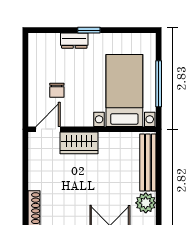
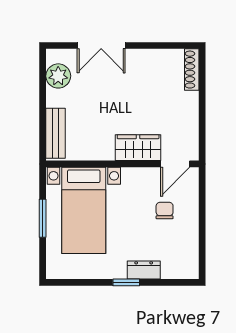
window: (159, 84) -> (43, 218), width x0.69
bench: (148, 163) -> (56, 133), width x0.73

